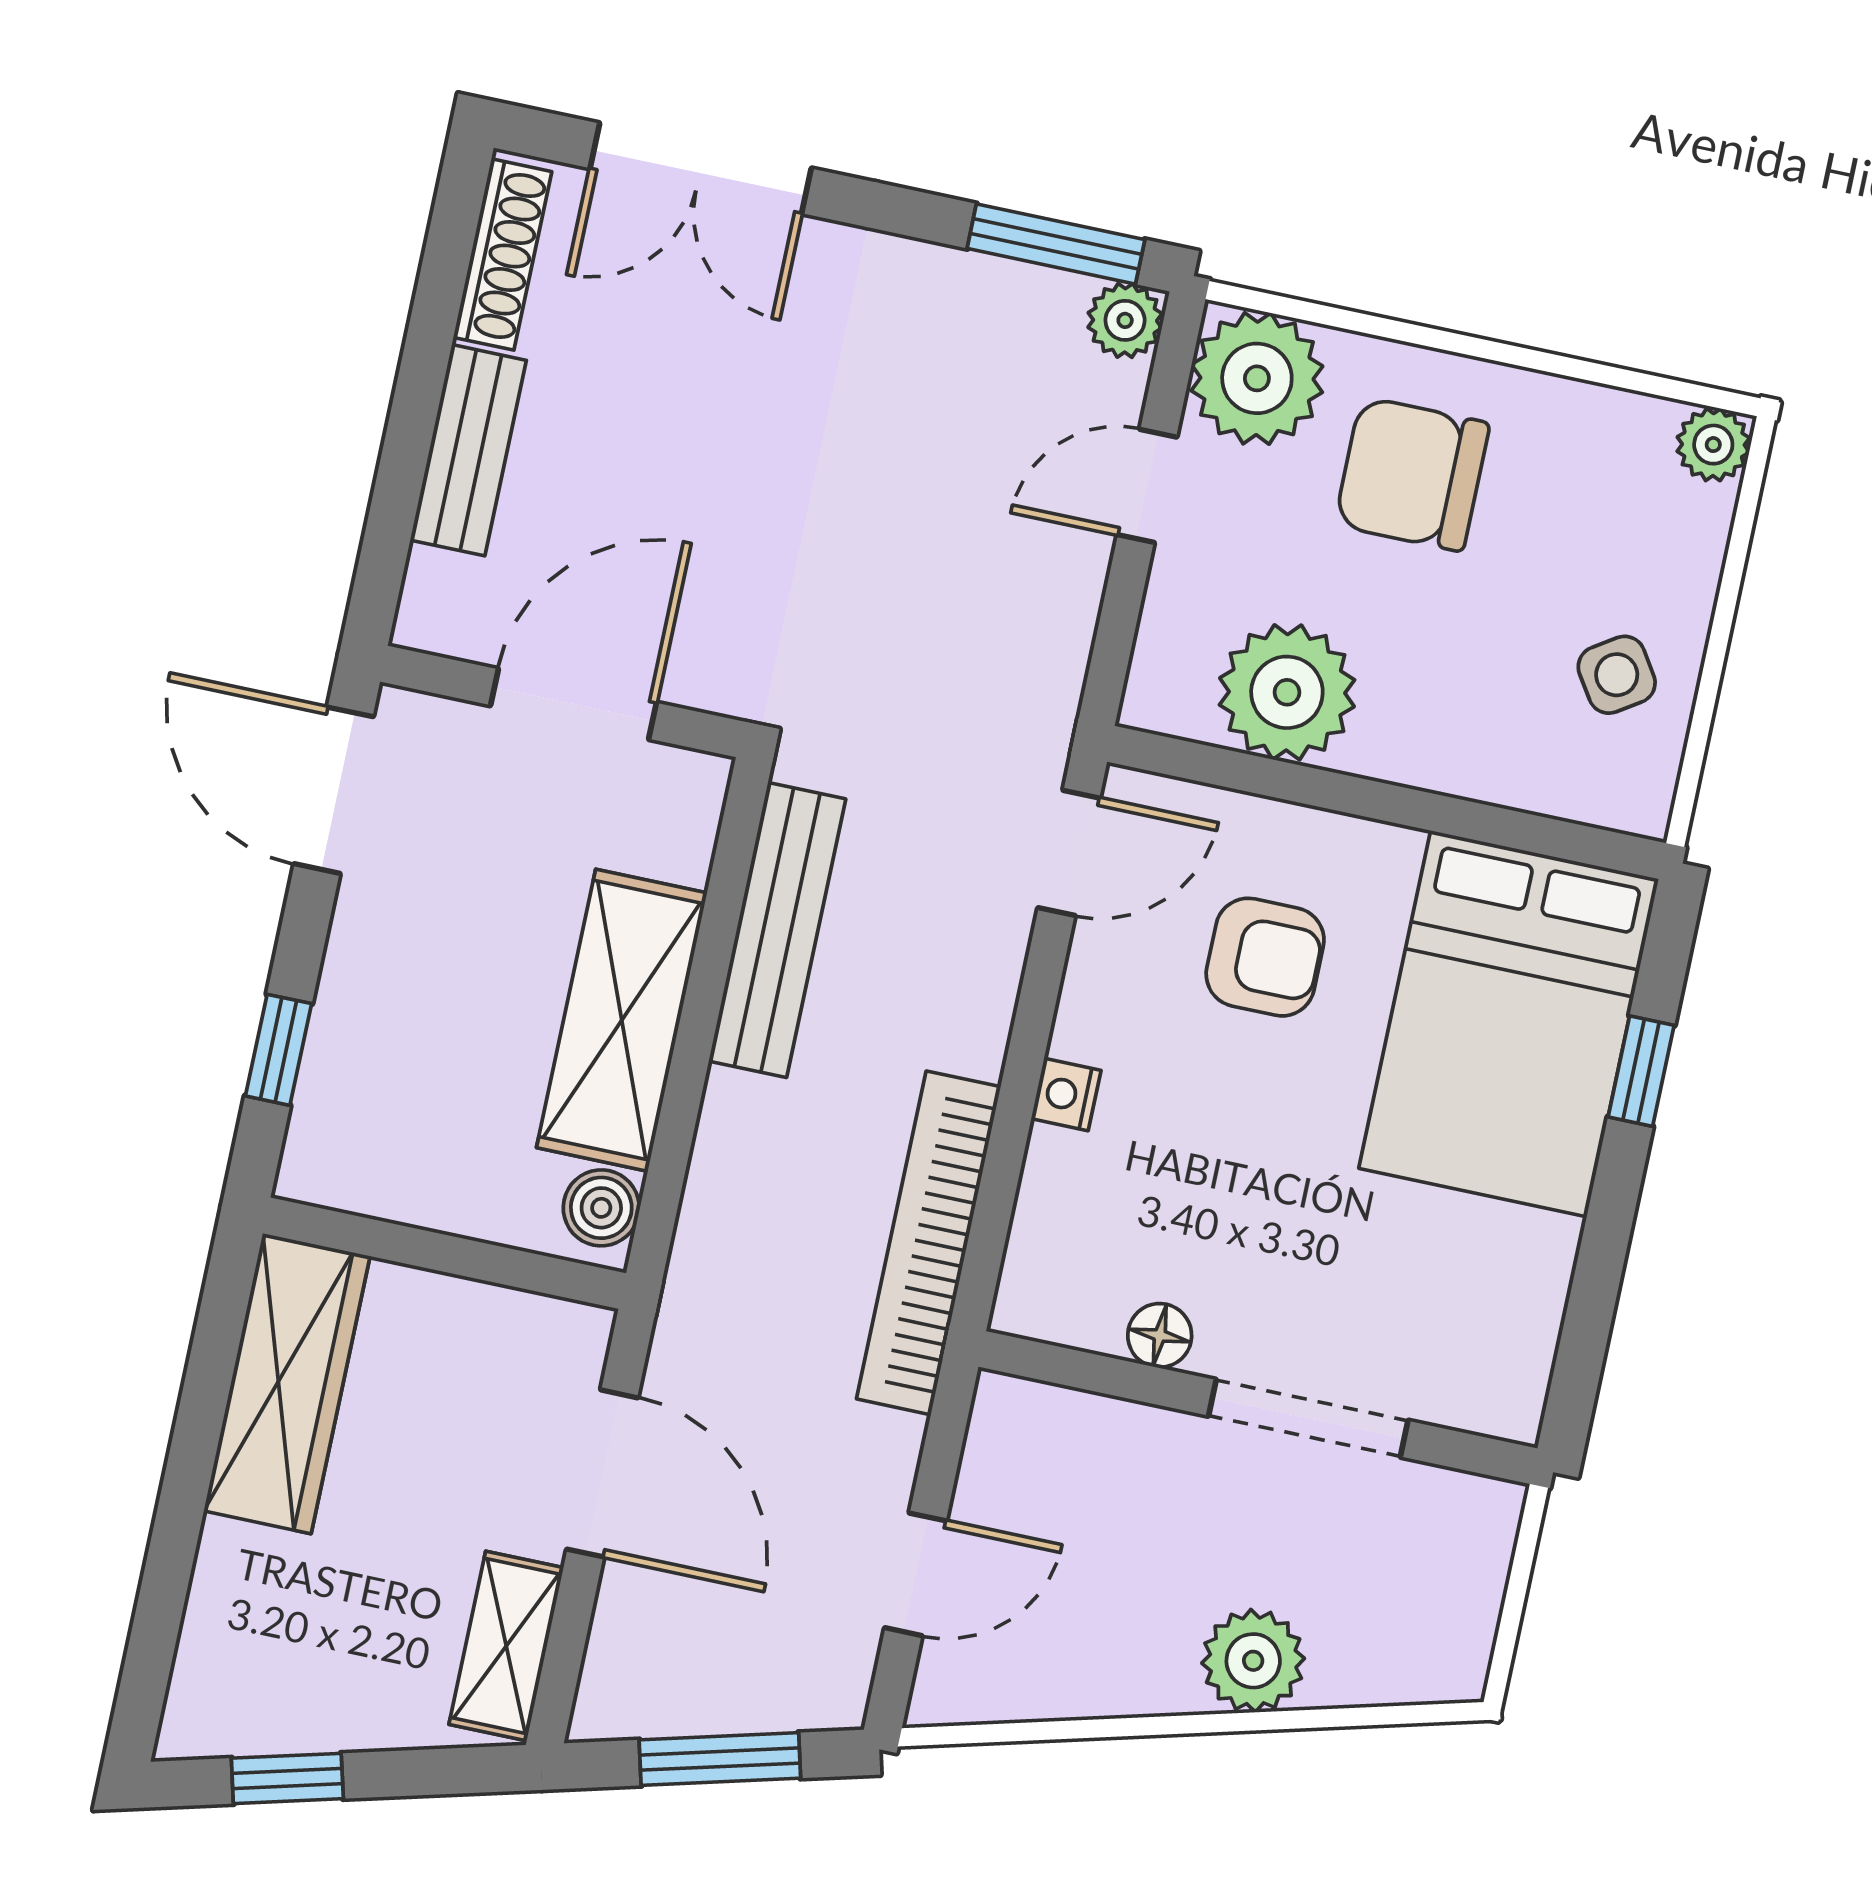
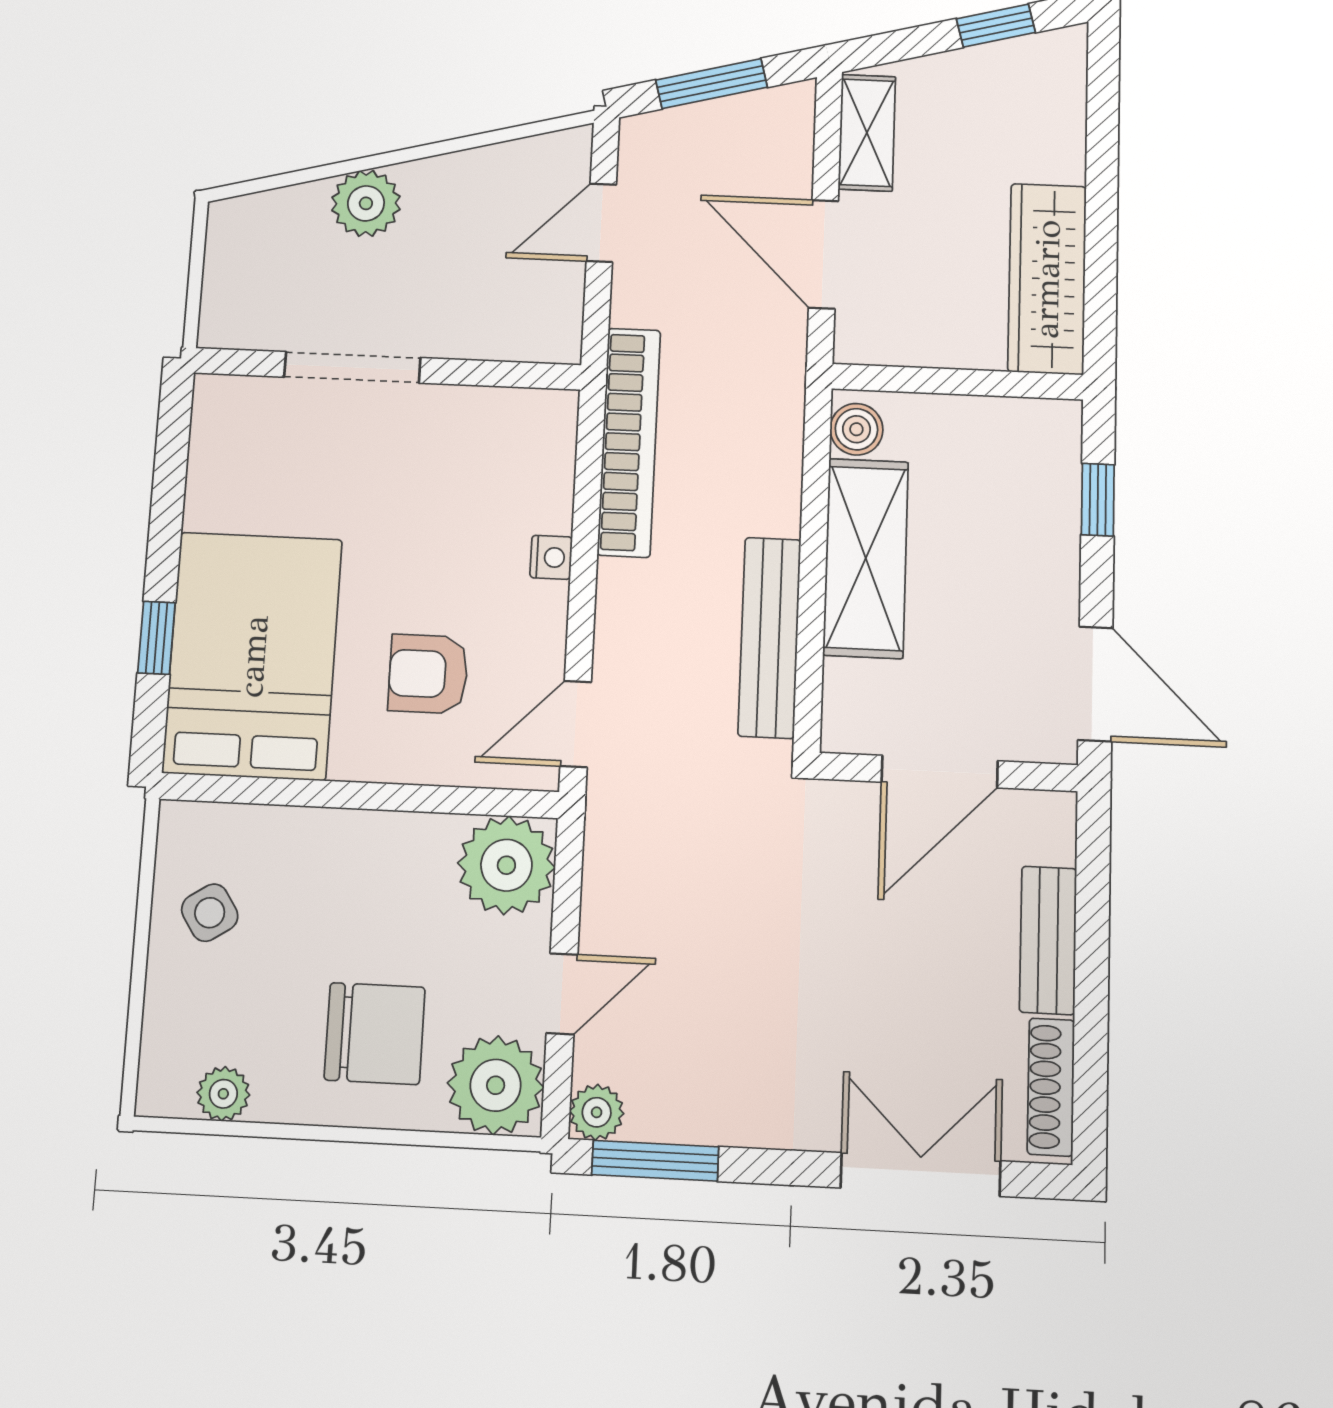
plant: (1713, 445) -> (223, 1094), moved
plant: (1287, 692) -> (506, 865), moved
floor lamp: (1160, 1335) -> (462, 406), removed

